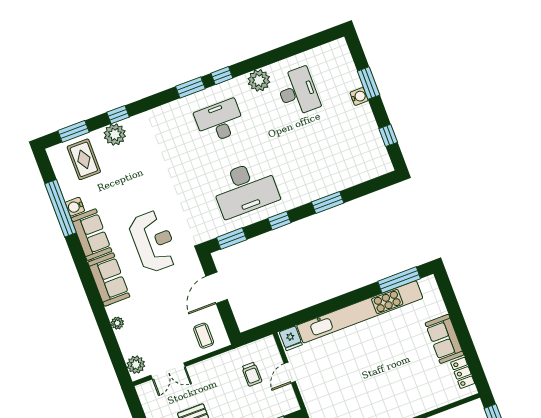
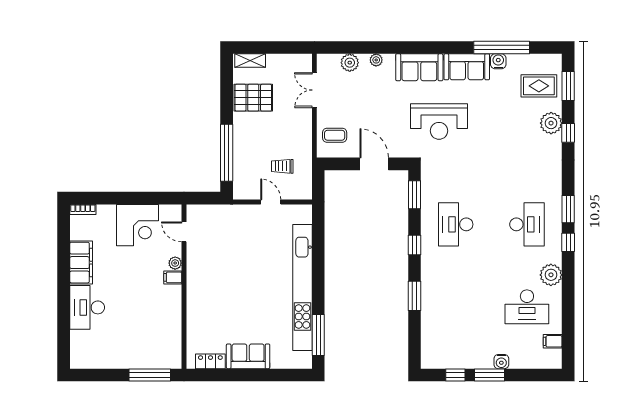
filing cabinet: (321, 55) -> (553, 341), added
window: (369, 83) -> (489, 375), moved
desk: (245, 189) -> (456, 224), width x0.73, depth x0.77
fridge: (291, 338) -> (302, 215), removed
plant: (136, 365) -> (350, 63), moved

